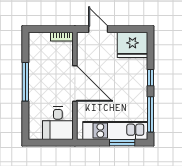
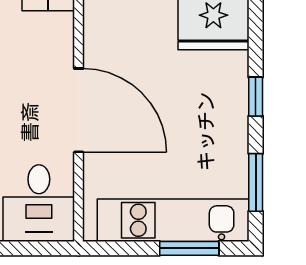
window: (151, 114) -> (256, 182), width x0.69

